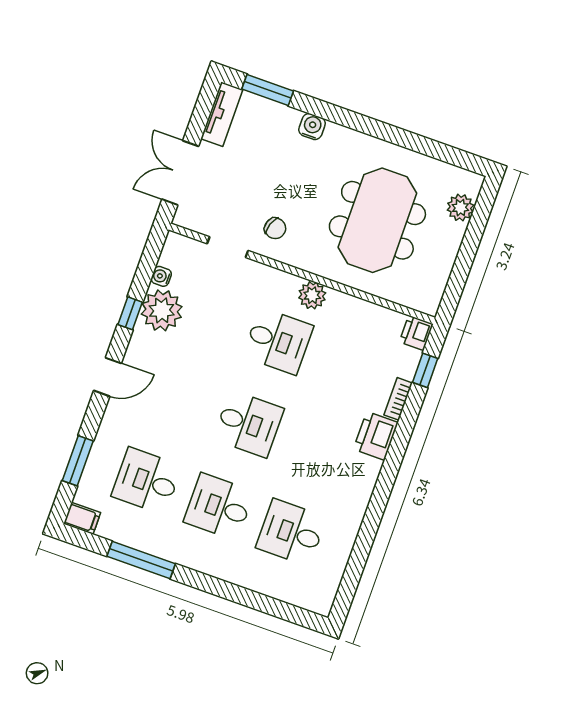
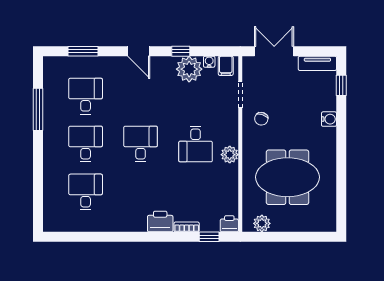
window: (268, 90) -> (341, 85), width x0.67
plant: (460, 208) -> (262, 223), moved
desk: (248, 424) -> (141, 144), turned 180
filing cabinet: (82, 518) -> (226, 66), moved

